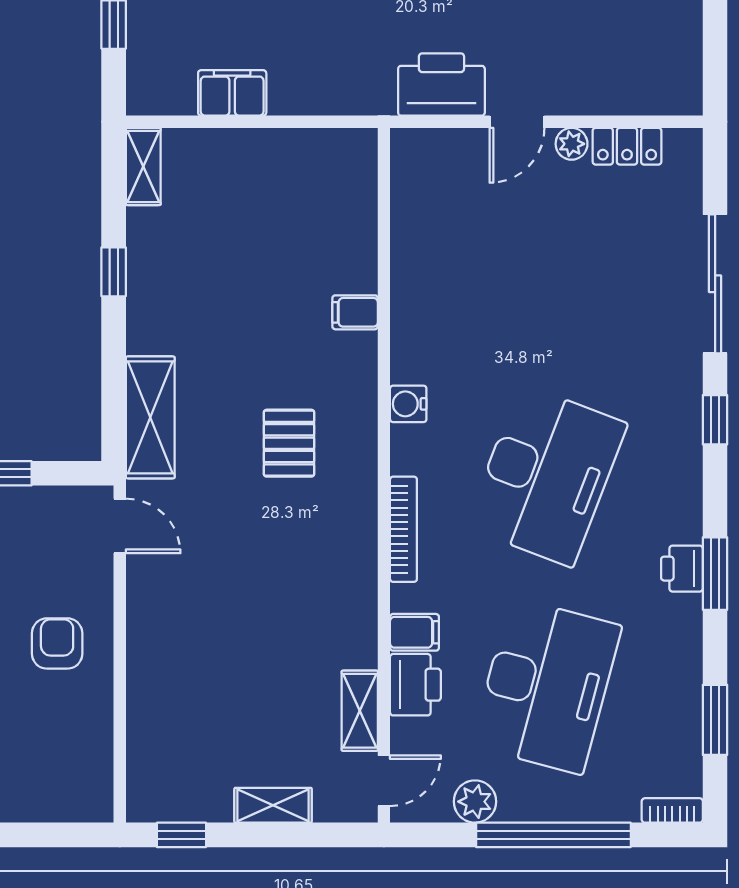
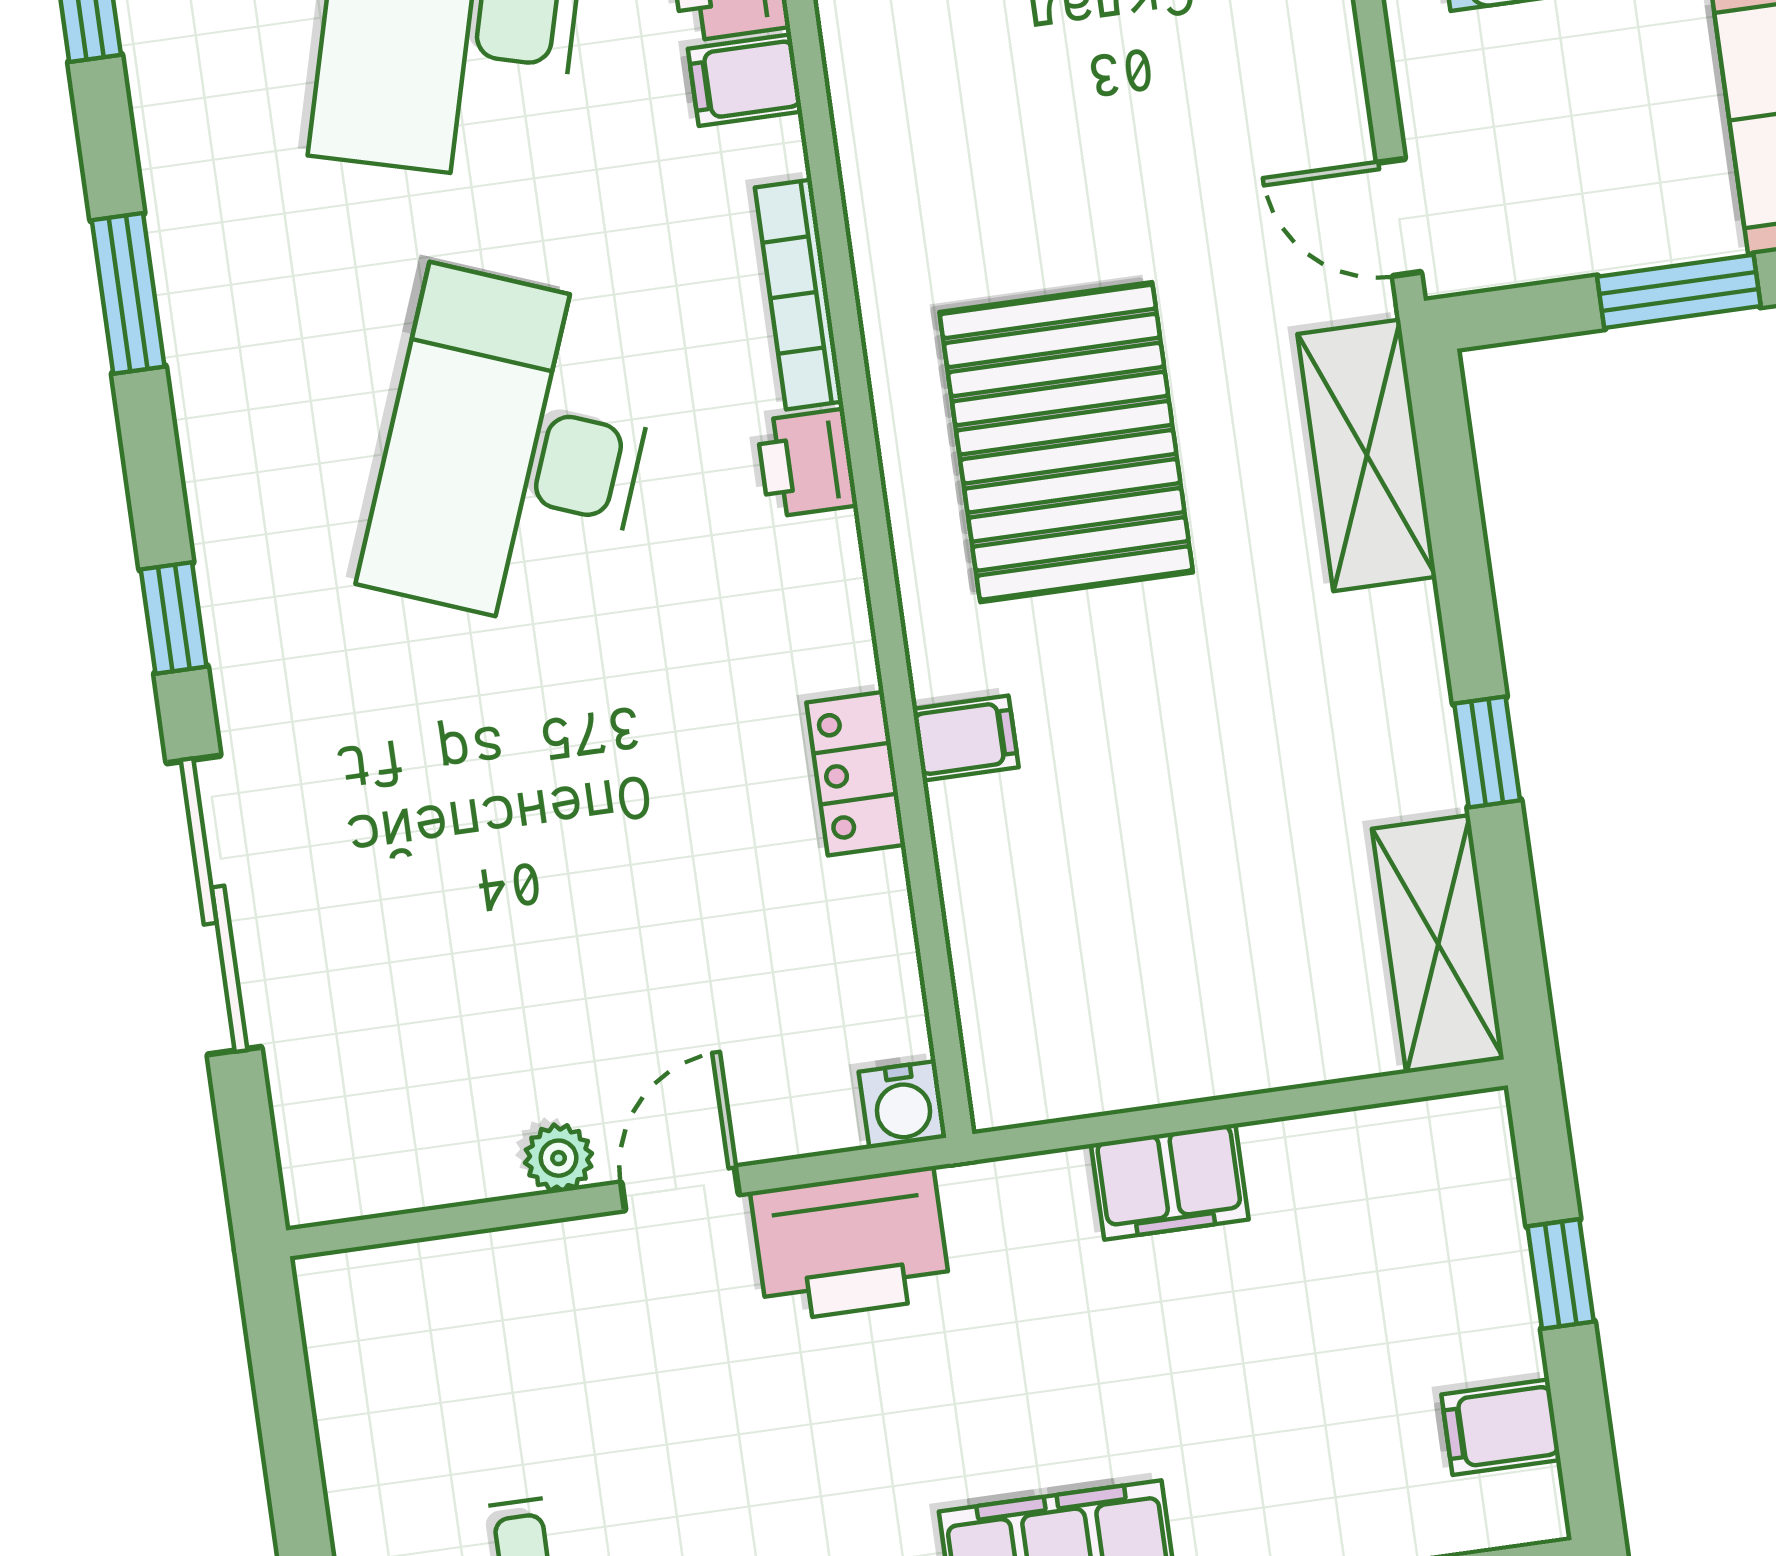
filing cabinet: (232, 93) -> (1170, 1182), moved
locker: (627, 146) -> (856, 774), moved, turned -90
shelving: (143, 166) -> (1438, 944), width x1.50, depth x1.33
water cooler: (408, 404) -> (903, 1105), moved, turned 90
pallet: (289, 443) -> (1066, 442), width x2.05, depth x2.00
printer: (682, 569) -> (807, 463), moved, turned 180

